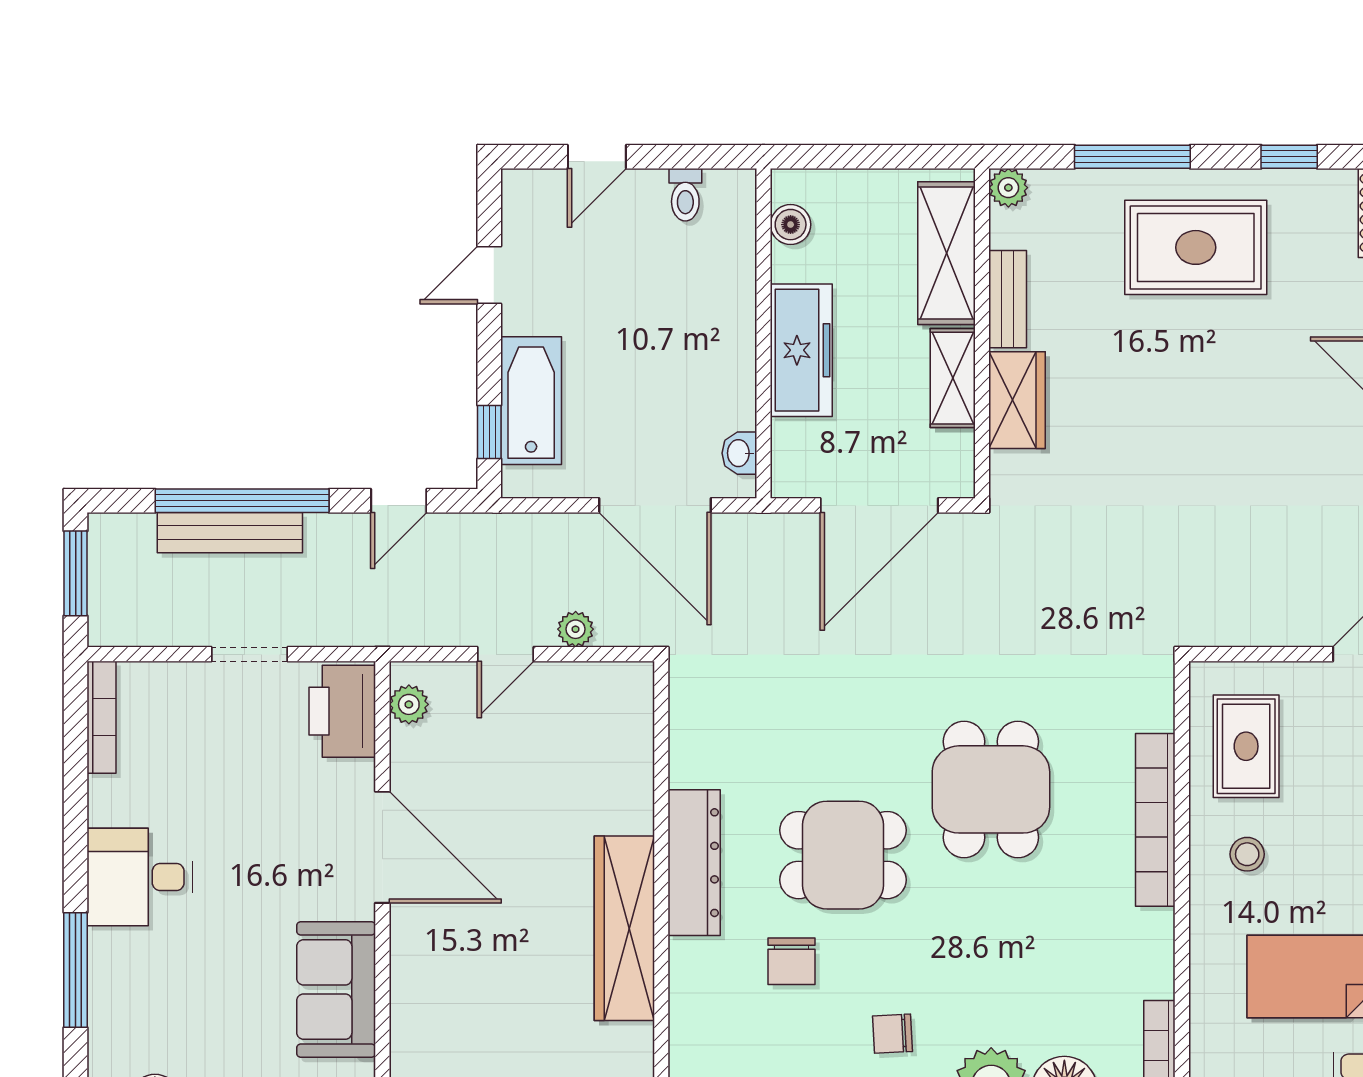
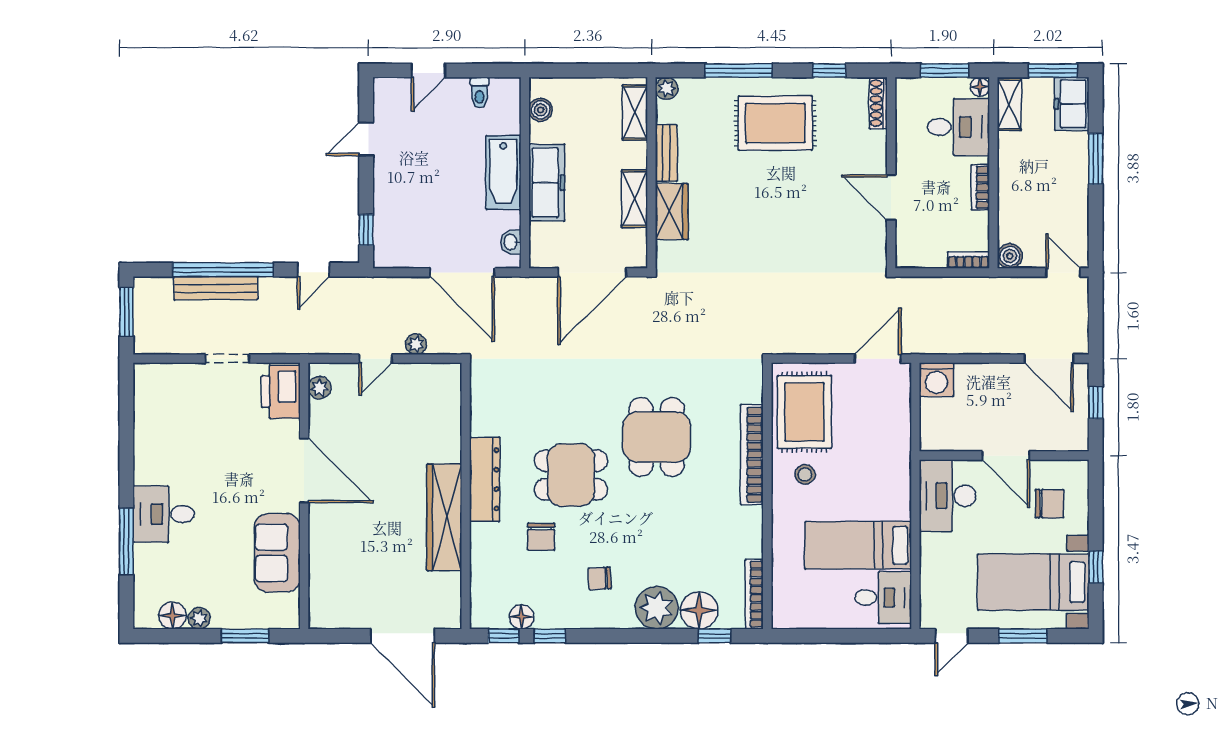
shelving: (946, 253) -> (635, 113), width x0.67, depth x0.75
bathtub: (531, 401) -> (503, 173), moved, turned 180
bookcase: (101, 717) -> (141, 395), removed
rug: (1246, 746) -> (804, 412), width x1.36, depth x1.43
desk: (140, 877) -> (164, 514), moved

